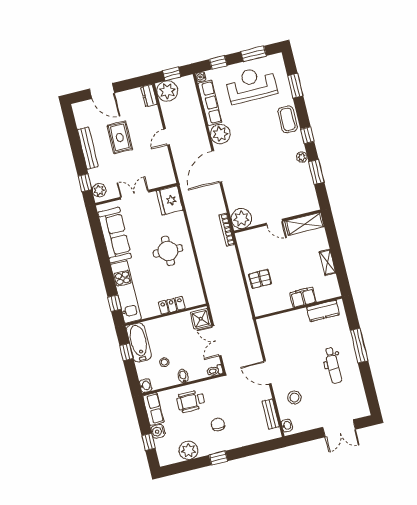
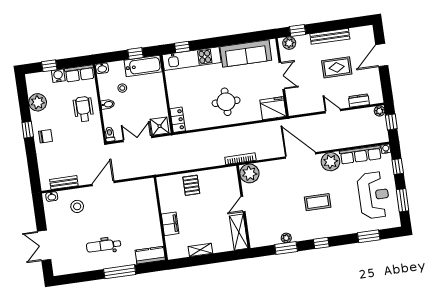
plant: (167, 91) -> (380, 111), width x0.53, depth x0.53
dresser: (149, 96) -> (359, 101), moved
coffee table: (288, 119) -> (318, 202), moved
plant: (302, 157) -> (286, 238), moved
locker: (172, 305) -> (178, 120), moved
kitchen counter: (323, 311) -> (150, 255), moved, turned 90
chair: (218, 424) -> (46, 136), moved

